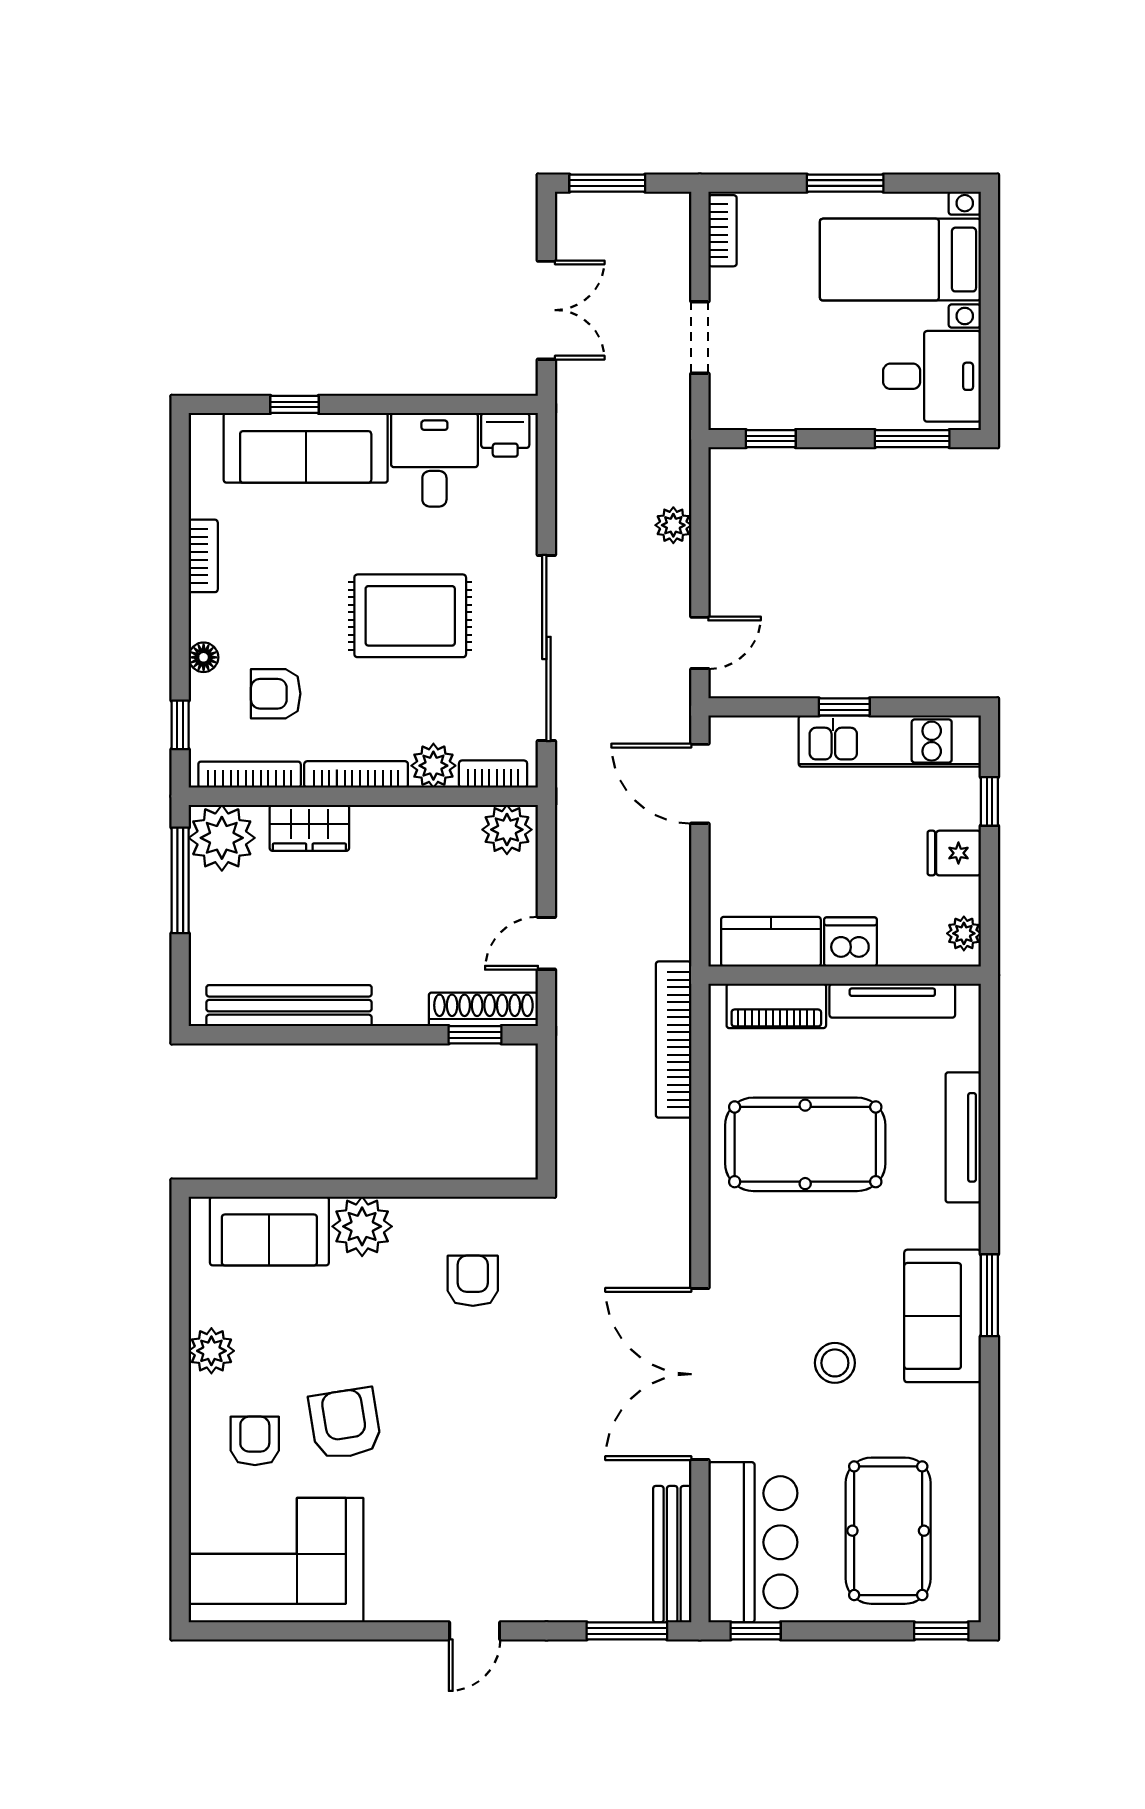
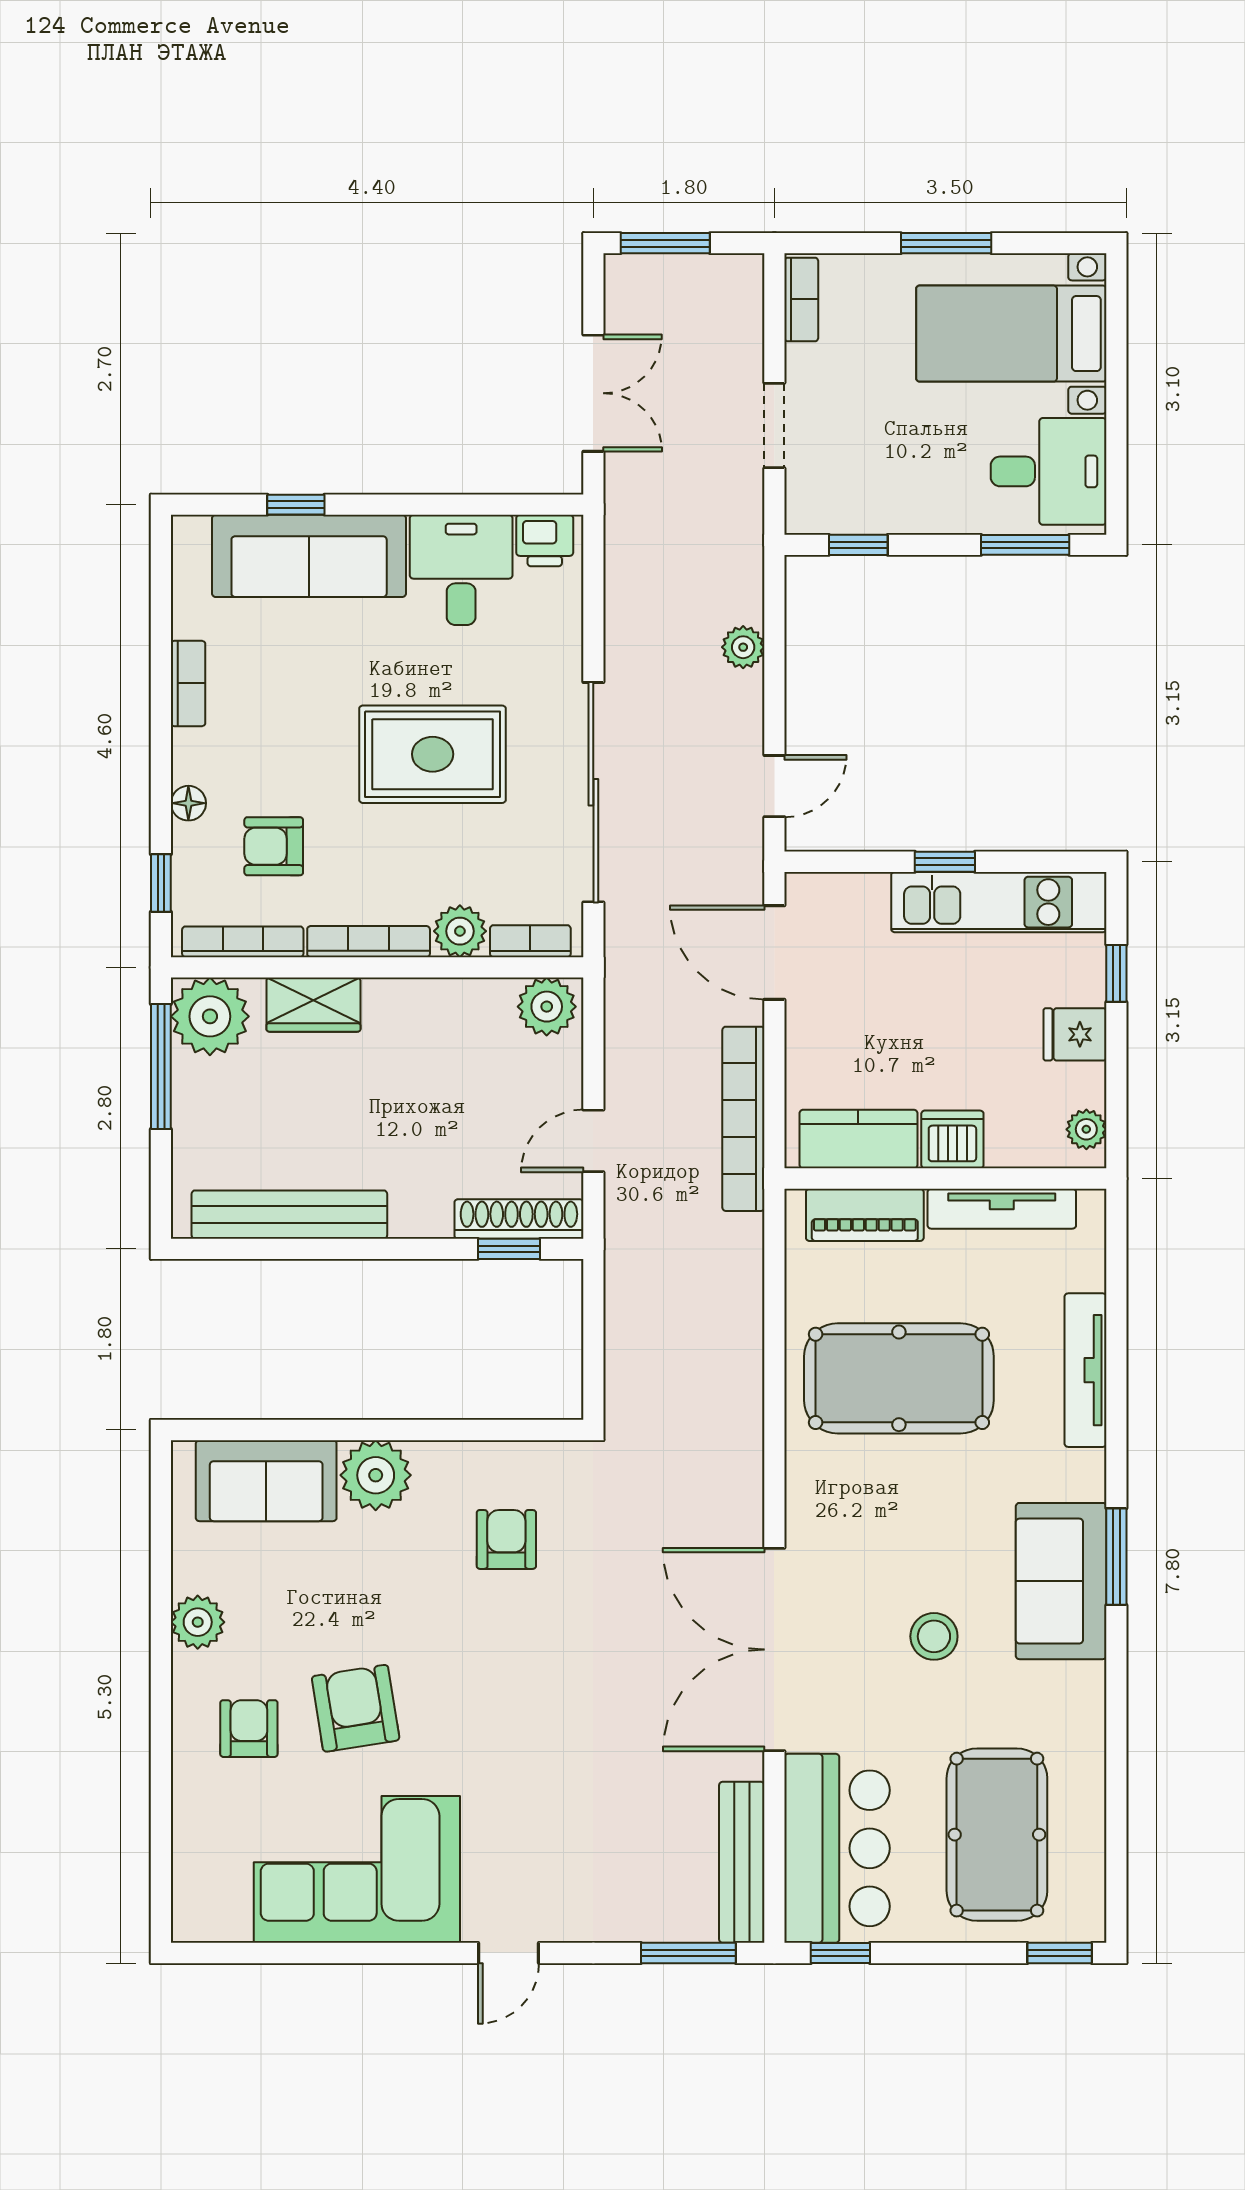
bookcase: (674, 1040) -> (743, 1119), moved
corner sofa: (276, 1560) -> (357, 1869), moved

